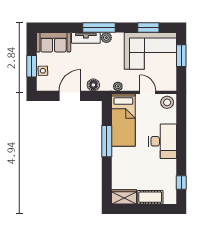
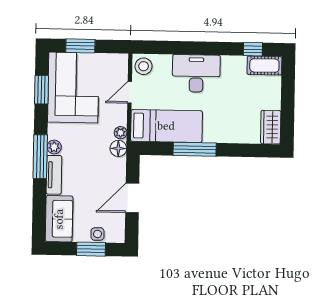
floor lamp: (93, 85) -> (118, 148), moved
door: (70, 96) -> (132, 198), hinge flipped
cot: (150, 197) -> (264, 66), moved, turned 90

